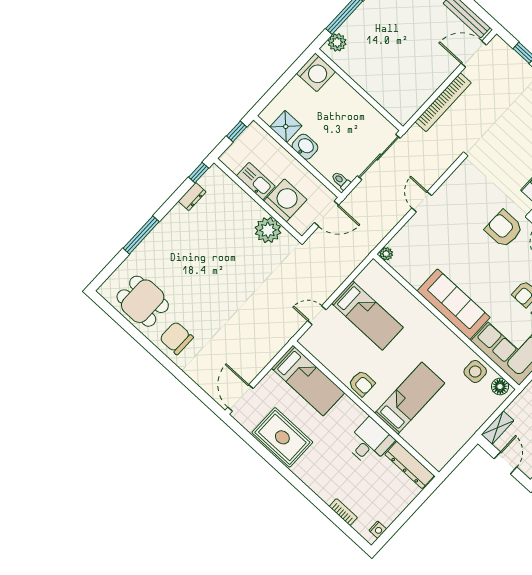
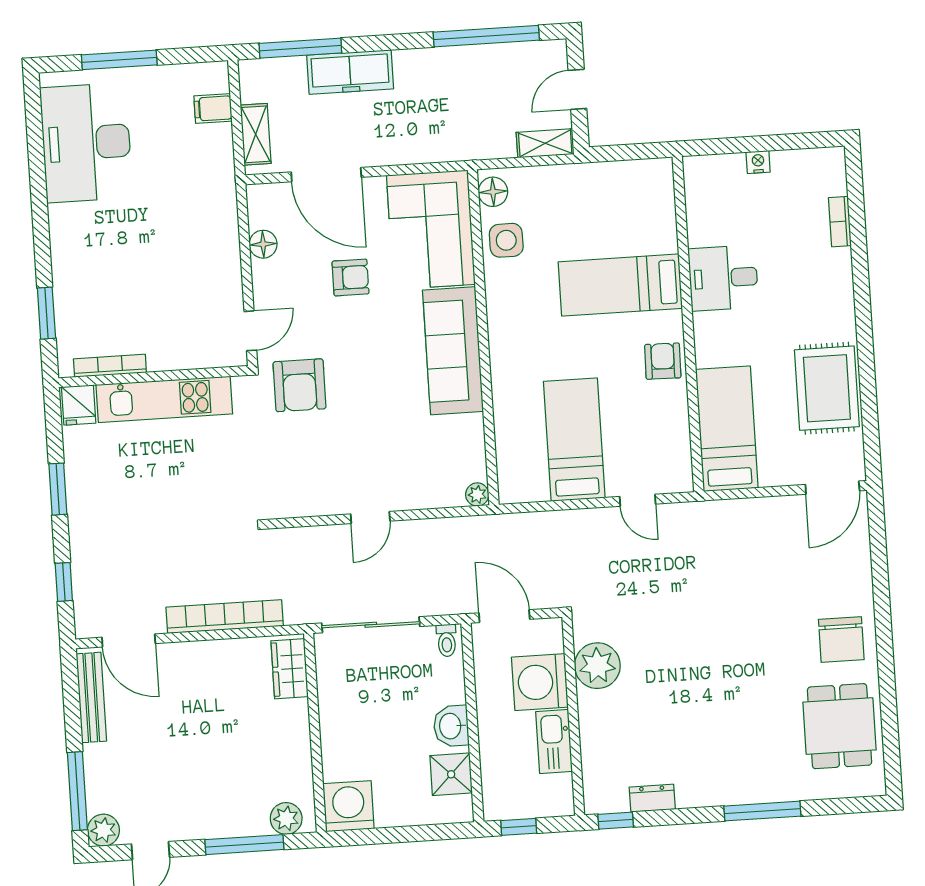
wardrobe: (395, 106) -> (290, 669), added
dresser: (410, 465) -> (700, 201), removed
nightstand: (378, 530) -> (758, 162), moved

